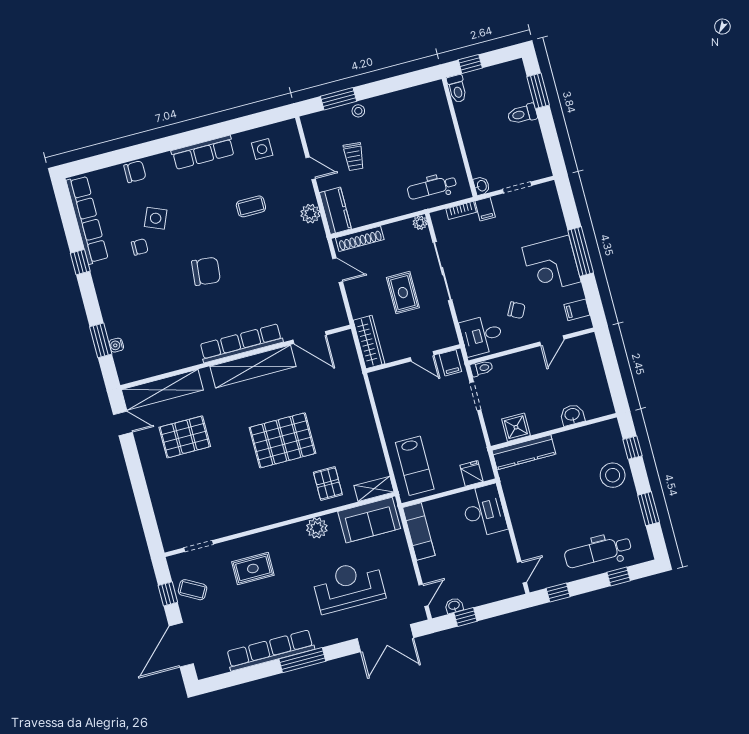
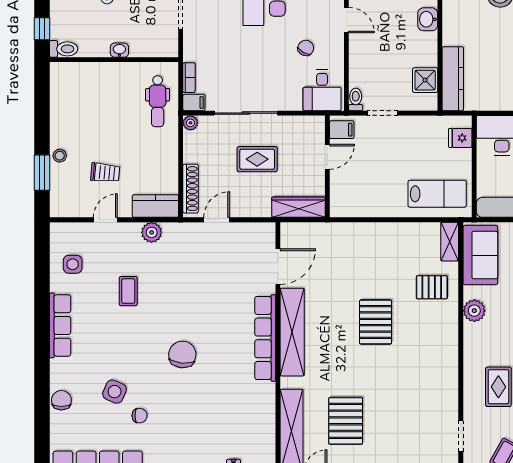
washbasin: (481, 186) -> (119, 50), moved
filing cabinet: (485, 209) -> (194, 103), moved
chair: (140, 247) -> (140, 416), turned 90
pallet: (282, 440) -> (376, 322), width x0.73, depth x0.71

